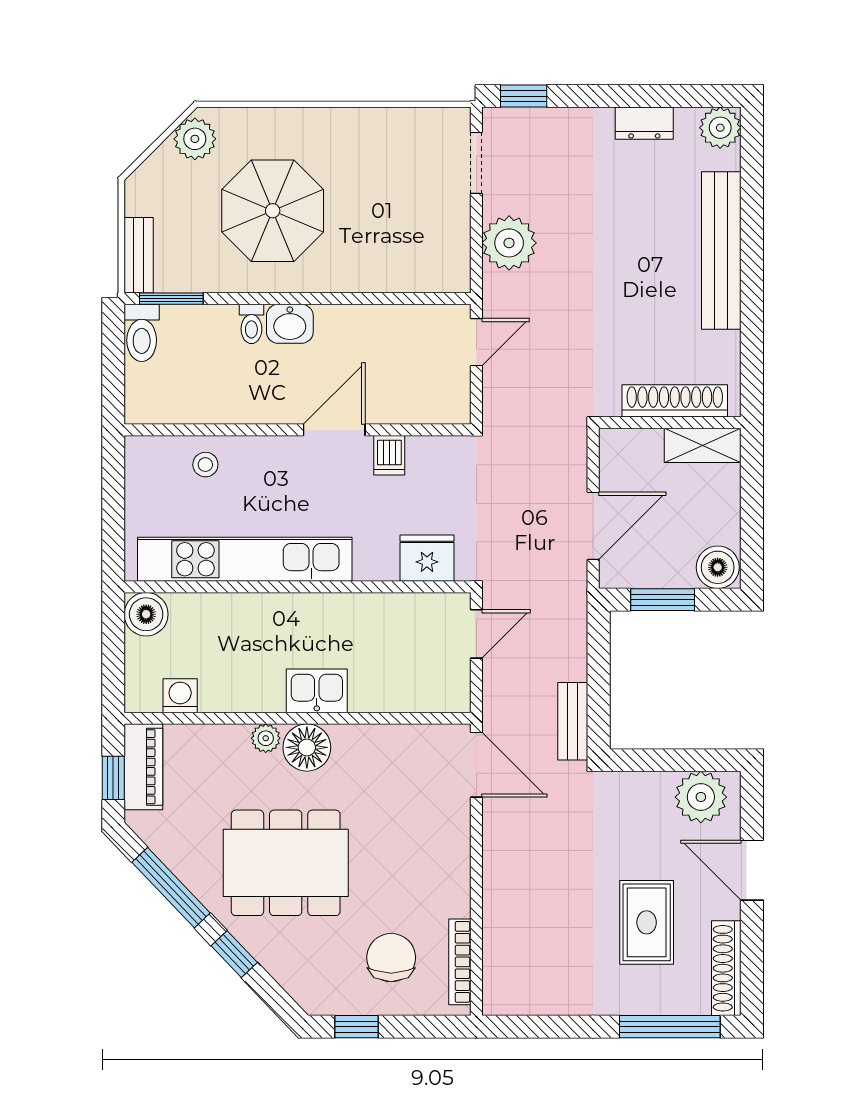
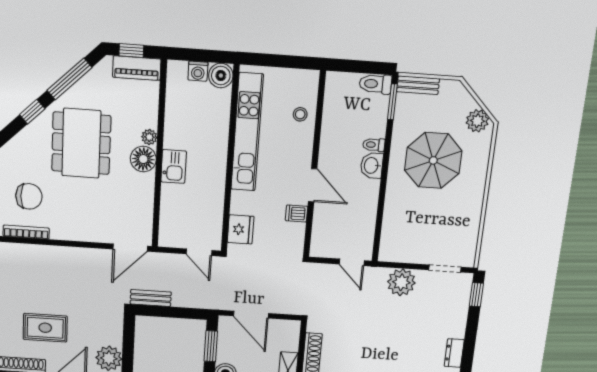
washing machine: (180, 696) -> (198, 71), moved, turned 90

